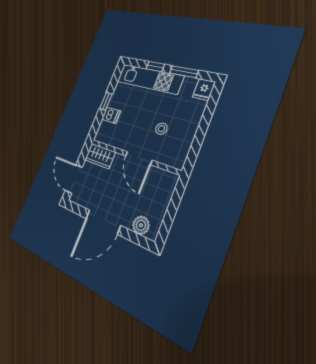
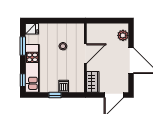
window: (155, 67) -> (23, 80), moved

